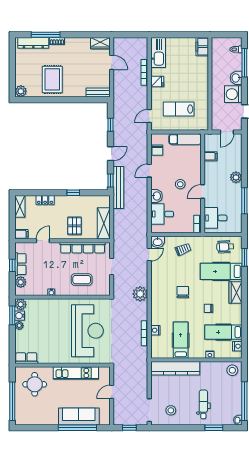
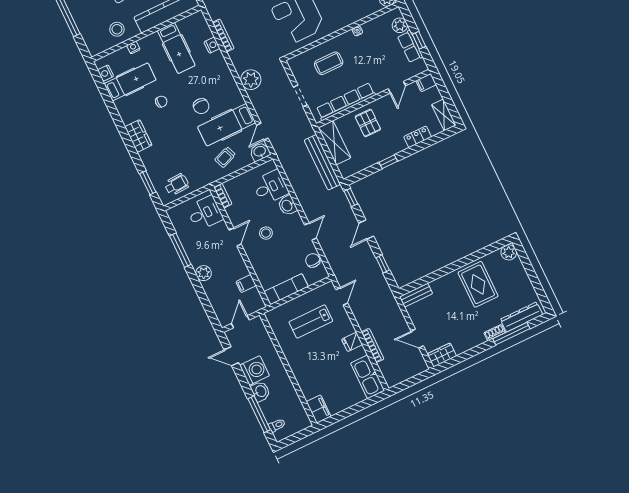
lab bench: (179, 109) -> (311, 322), turned 180
bench: (118, 187) -> (322, 162), moved
hospital bed: (221, 271) -> (227, 125), moved, turned 180
stool: (232, 370) -> (117, 29), moved

